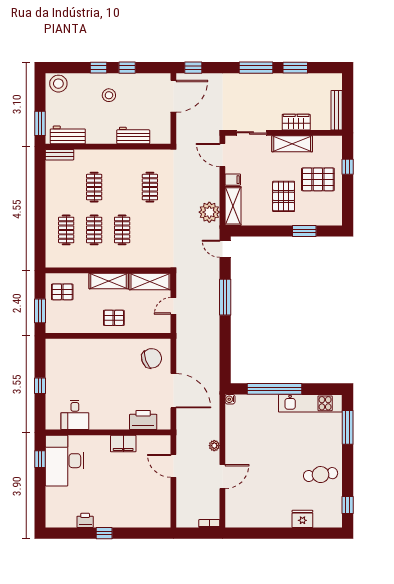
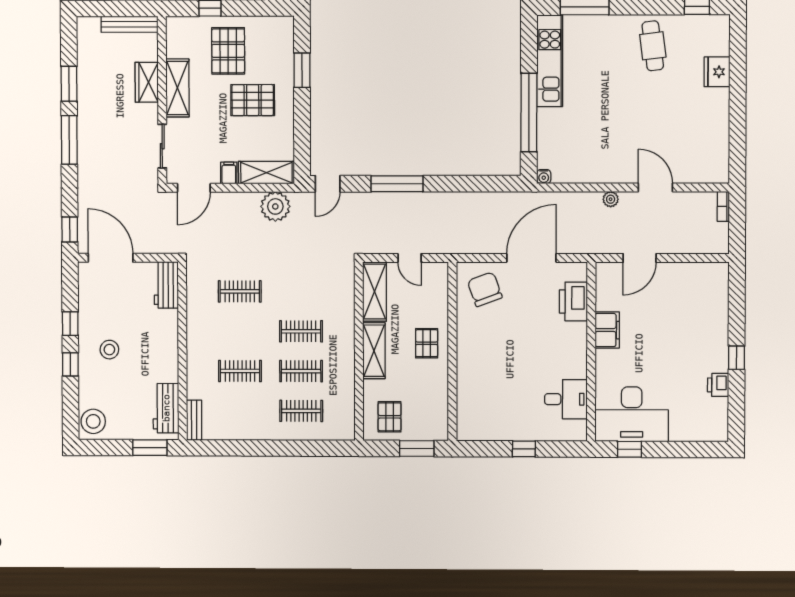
workbench: (133, 135) -> (166, 285), moved

